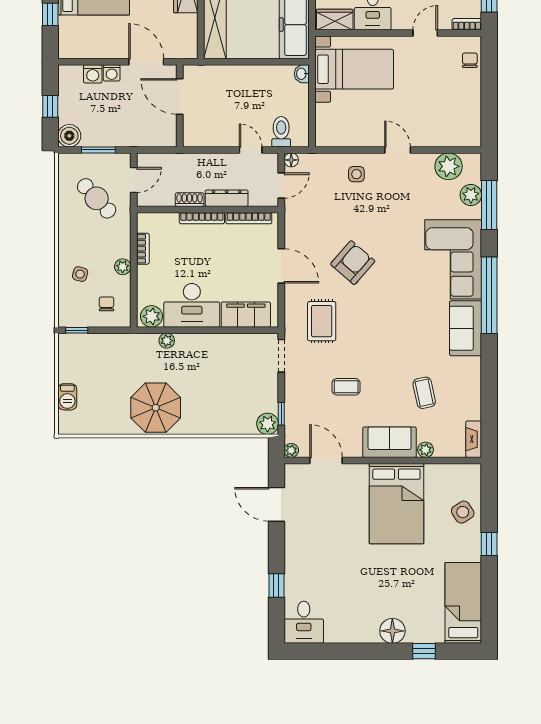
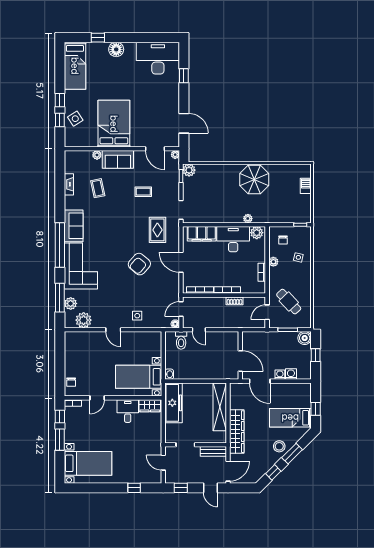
dresser: (227, 198) -> (213, 302), removed
fireplace: (474, 439) -> (69, 184), moved
window: (489, 510) -> (60, 120), added
desk: (304, 622) -> (158, 58), width x1.87, depth x1.30

